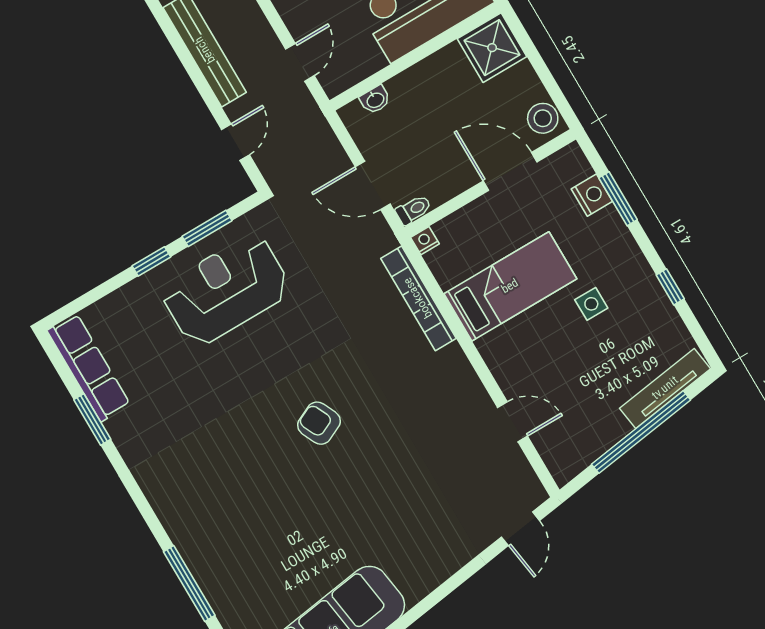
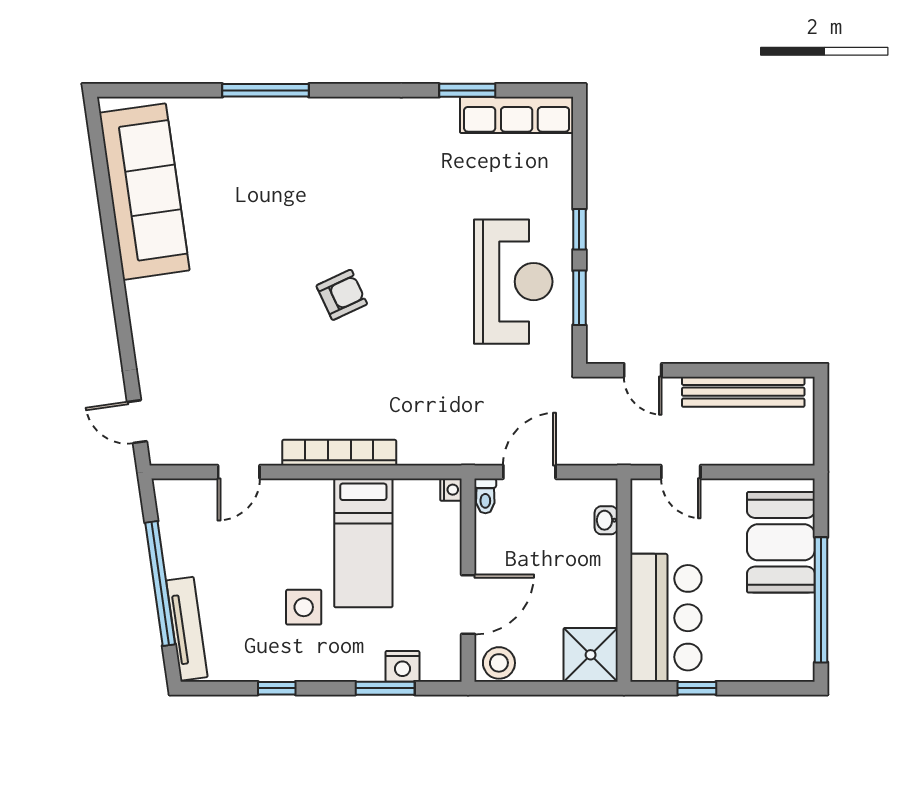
bookcase: (418, 298) -> (339, 453), moved
side table: (591, 304) -> (304, 607), width x1.37, depth x1.37

